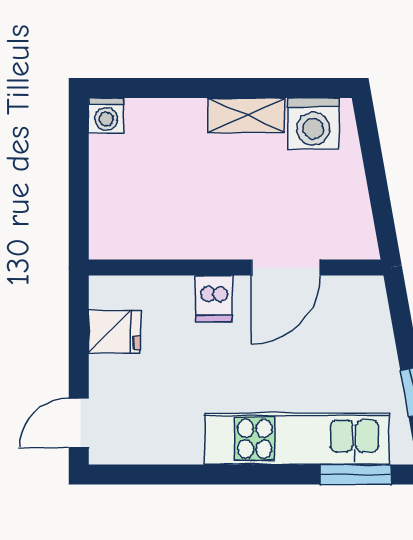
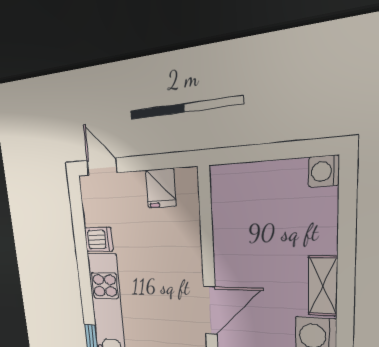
door: (286, 268) -> (210, 310), swing flipped
dishwasher: (214, 299) -> (99, 239), moved, turned 180

